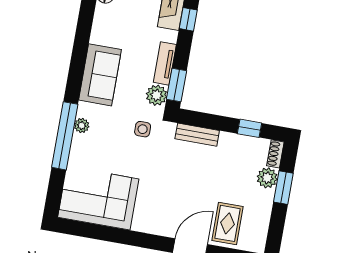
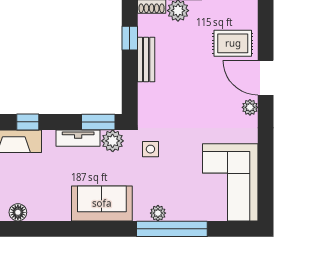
bench: (197, 135) -> (146, 59), moved
plant: (165, 229) -> (250, 107), added

